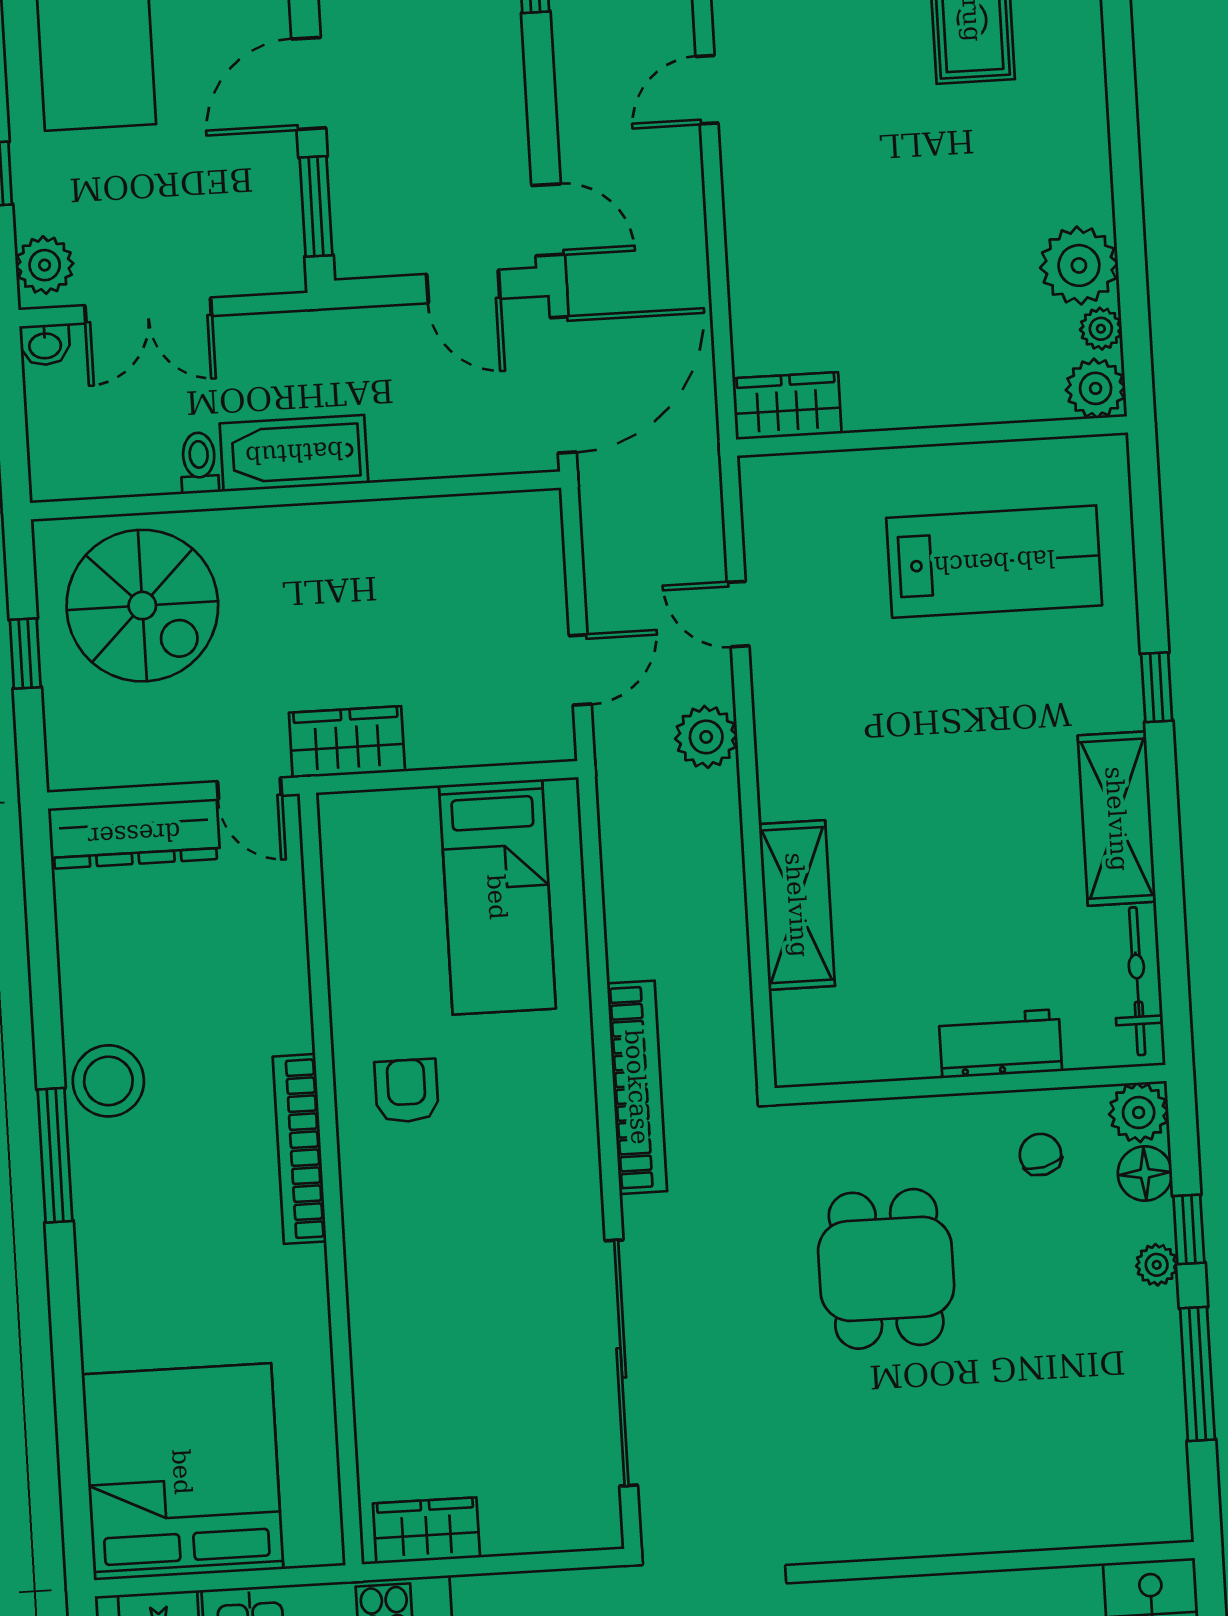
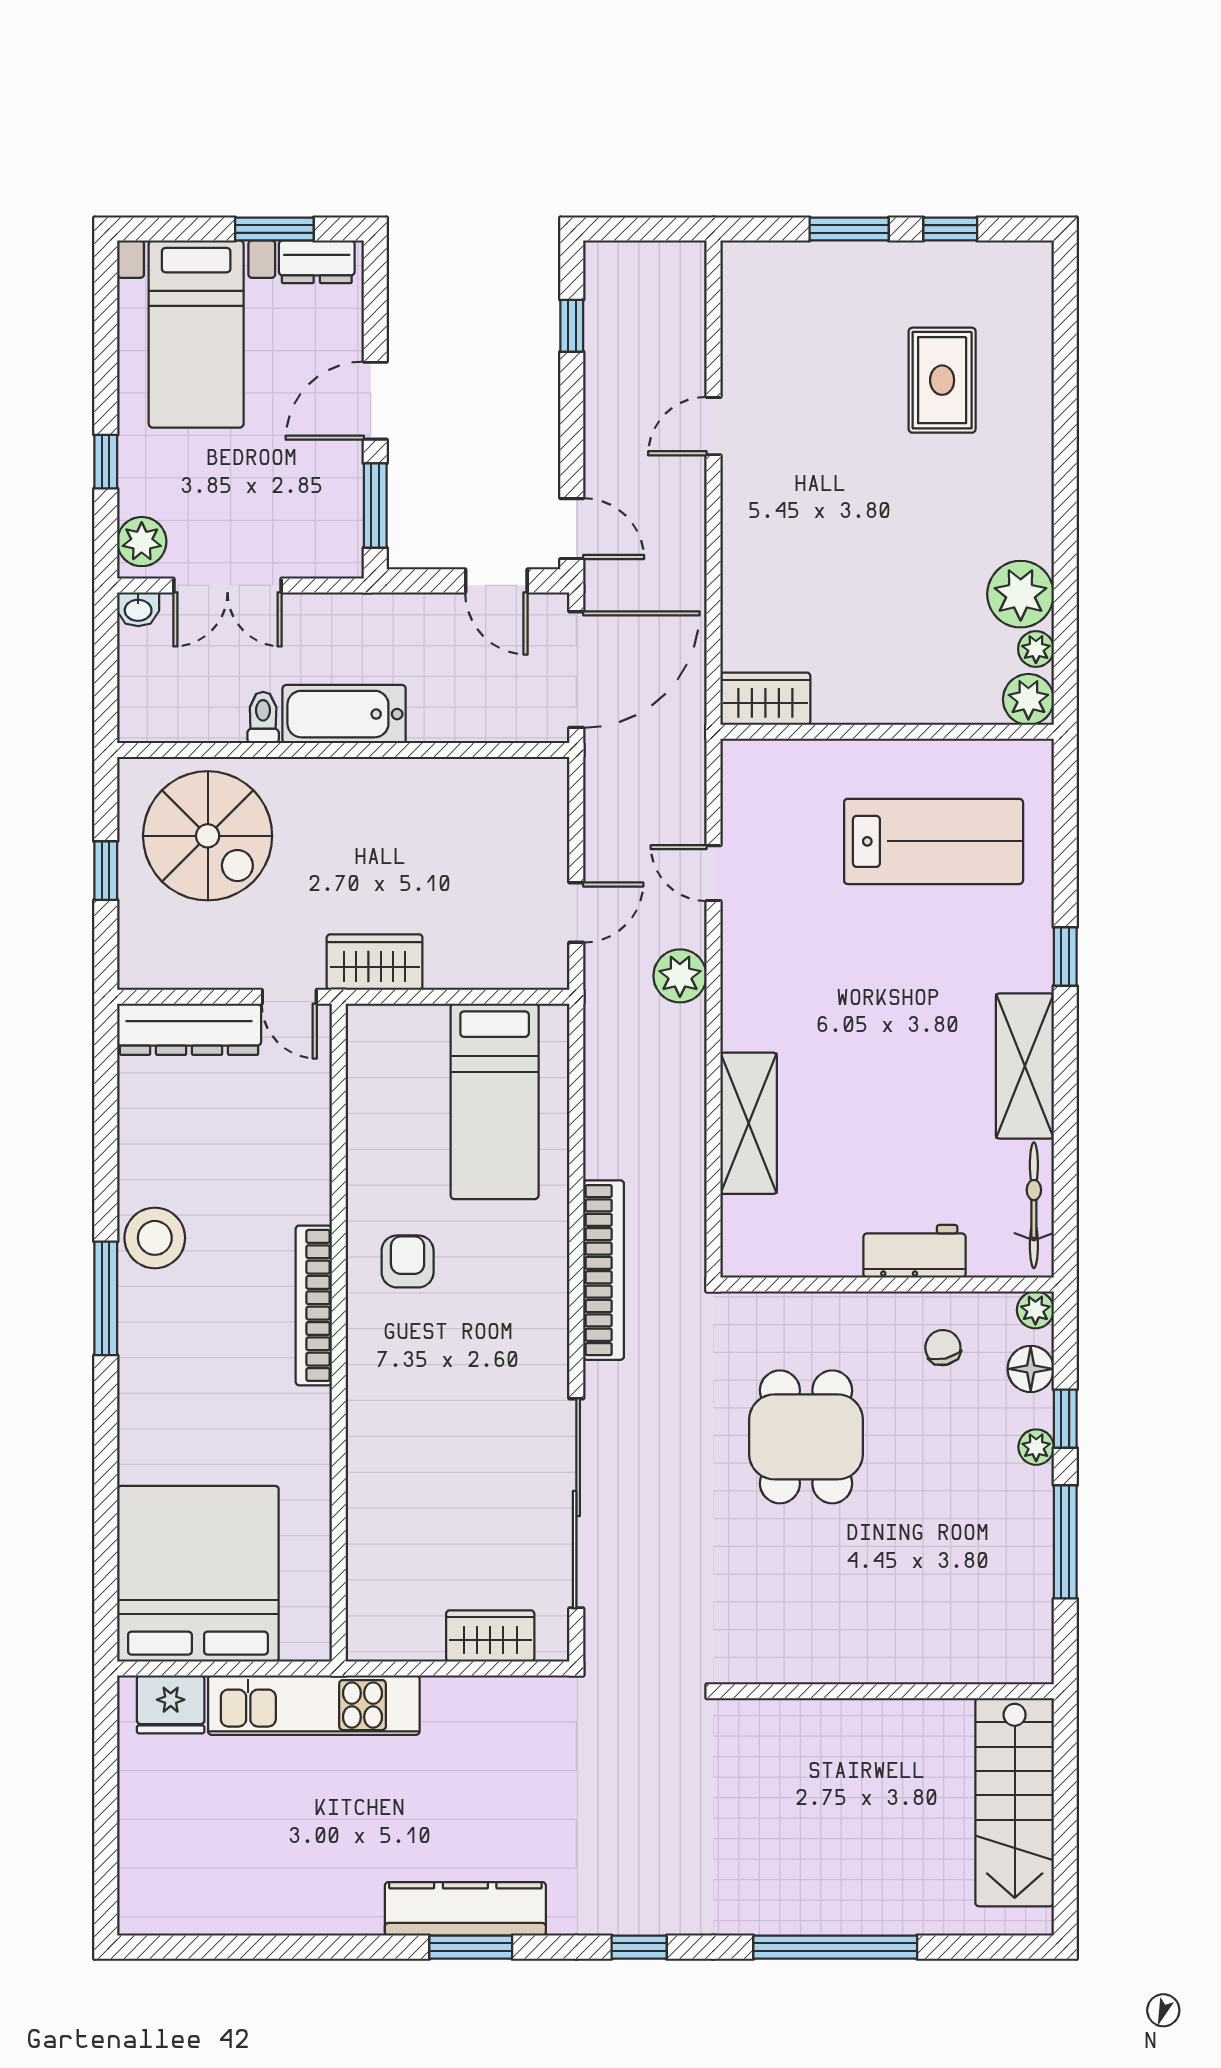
plant: (1139, 1112) -> (1035, 1310), width x0.73, depth x0.73
wardrobe: (426, 1530) -> (490, 1636), moved

